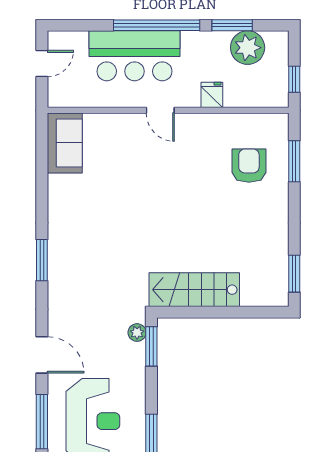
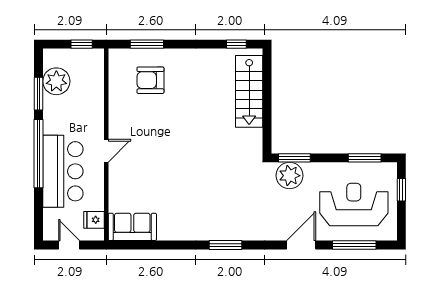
fridge: (212, 95) -> (94, 220), moved
window: (294, 274) -> (236, 44), width x0.67
stairs: (194, 290) -> (249, 91), moved
plant: (137, 333) -> (289, 176), width x1.88, depth x1.88

